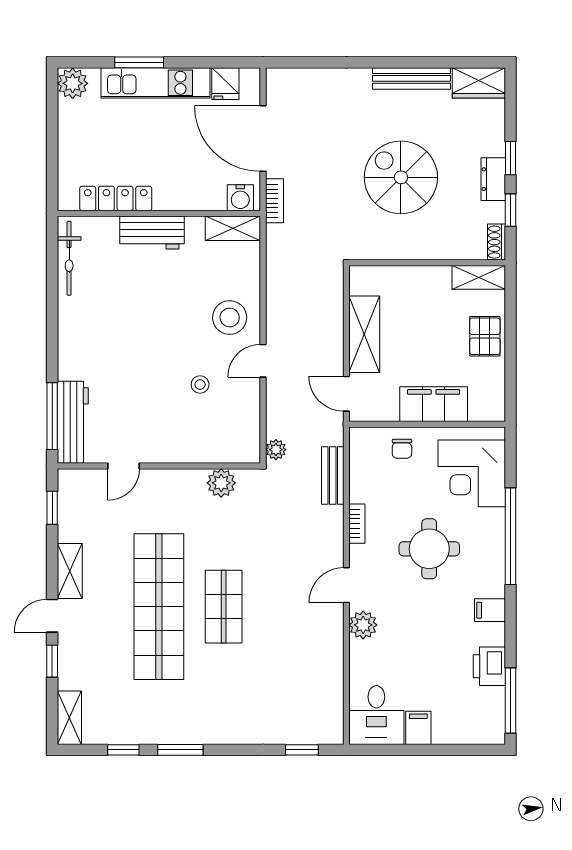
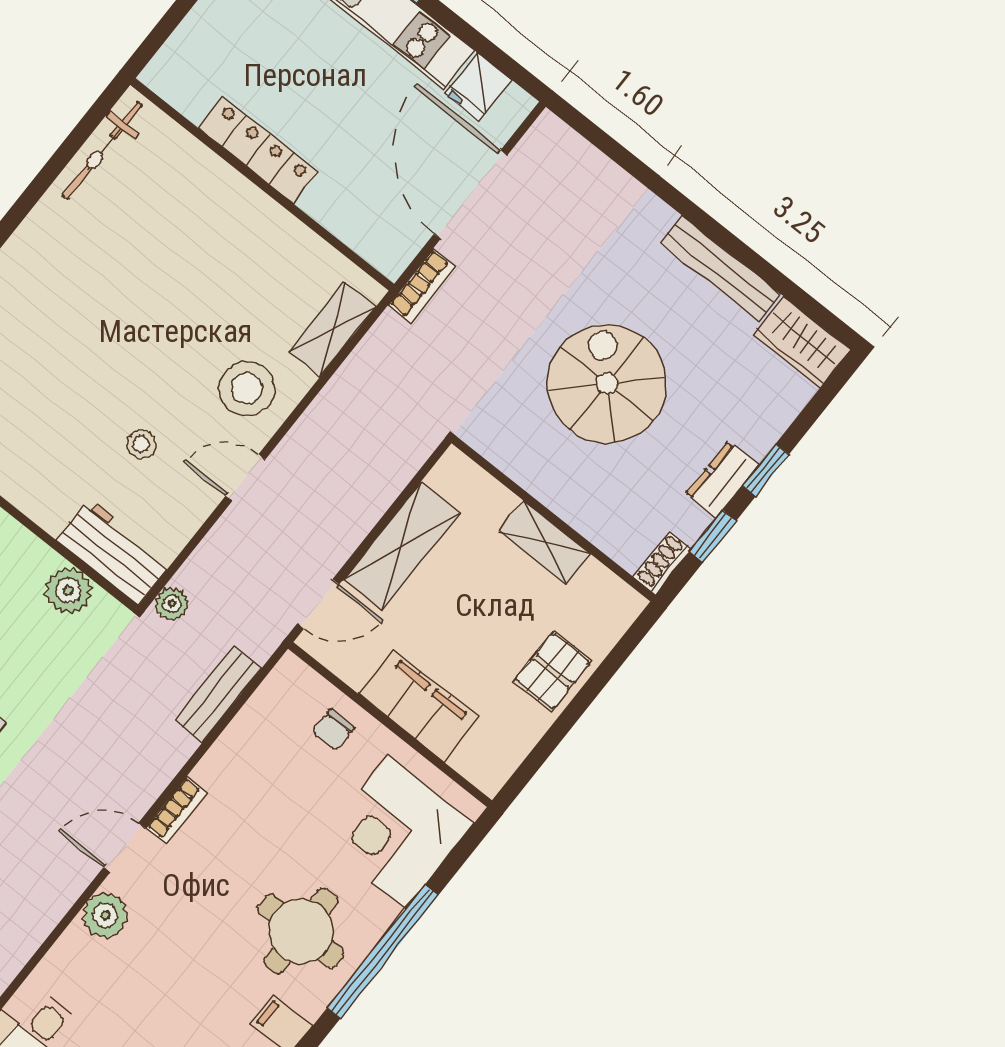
locker: (116, 198) -> (258, 150), moved
water cooler: (240, 198) -> (382, 247), removed
shelving: (233, 228) -> (332, 329), moved, turned 90
workbench: (152, 233) -> (114, 552), moved, turned 180
shelving: (479, 277) -> (544, 542), moved
door: (346, 394) -> (318, 604), swing flipped
bookcase: (357, 524) -> (176, 810), moved
round table: (429, 549) -> (301, 931), moved

